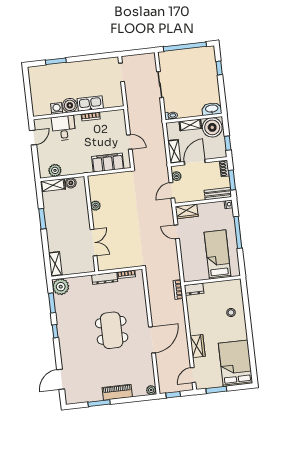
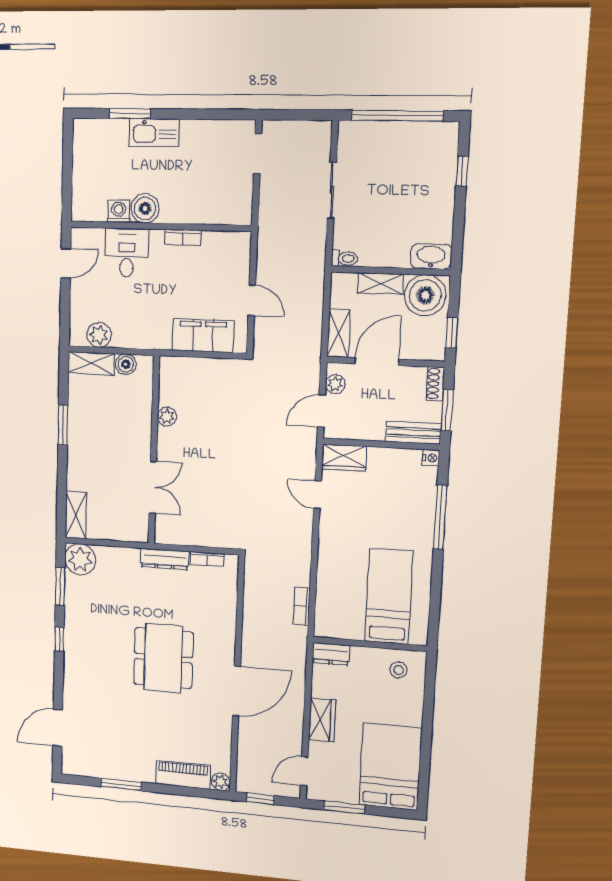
kitchen sink: (90, 104) -> (154, 132), moved, turned 180
bed: (218, 255) -> (389, 596), moved
wall: (212, 281) -> (370, 644), moved
dresser: (194, 289) -> (331, 654), moved
piano: (117, 392) -> (183, 775), moved

